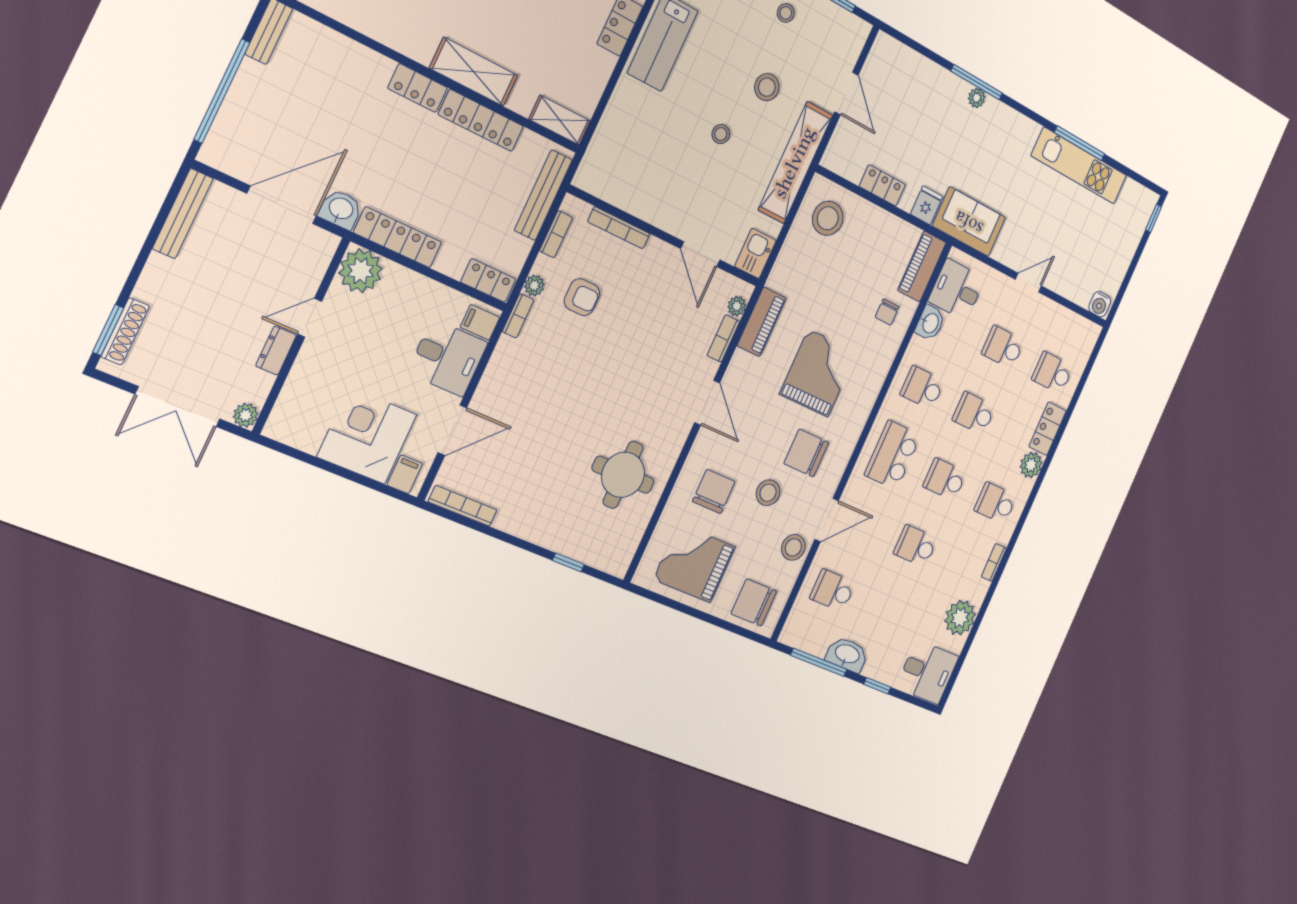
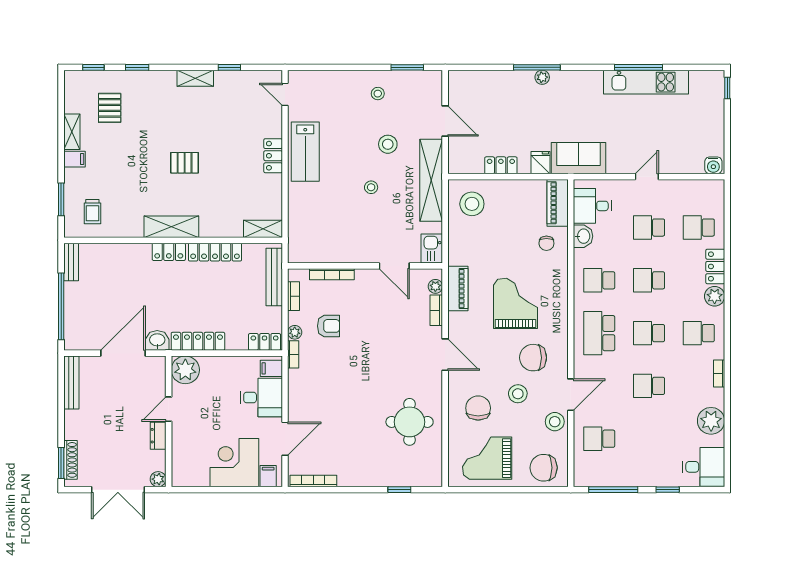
shelving: (474, 72) -> (171, 227), moved
washbasin: (847, 655) -> (633, 477), removed

